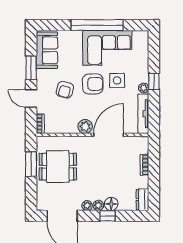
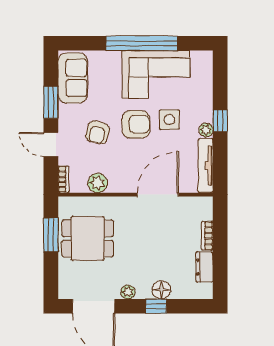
plant: (85, 126) -> (98, 183), moved
dresser: (142, 200) -> (204, 267), moved
plant: (98, 205) -> (144, 292), removed

